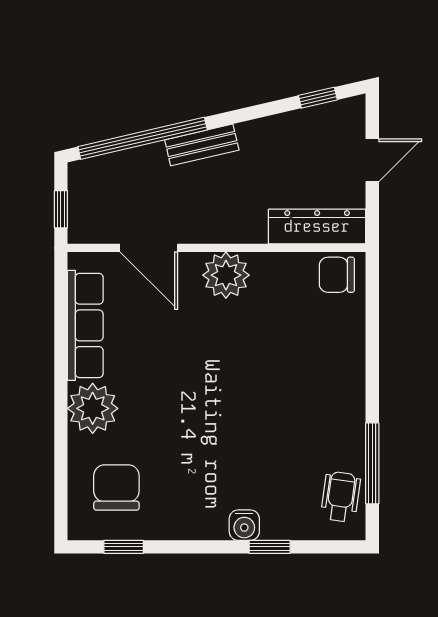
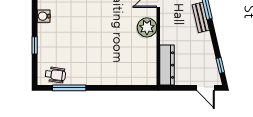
door: (372, 160) -> (206, 88), moved
chair: (337, 275) -> (147, 73), removed
water cooler: (244, 525) -> (44, 16), moved

